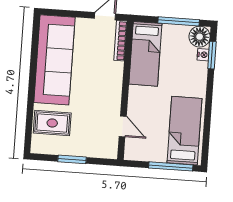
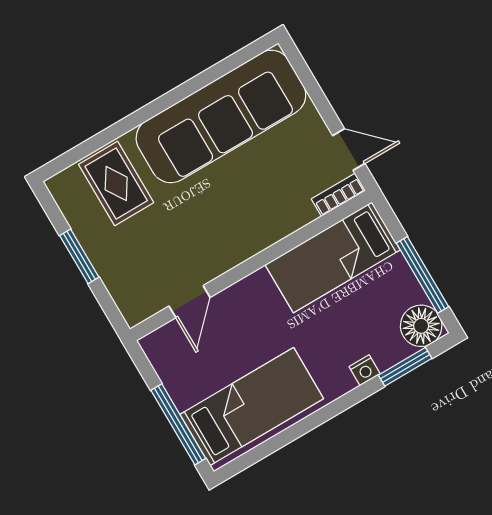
bookcase: (120, 41) -> (338, 195), width x0.64
nightstand: (203, 55) -> (365, 370), moved

